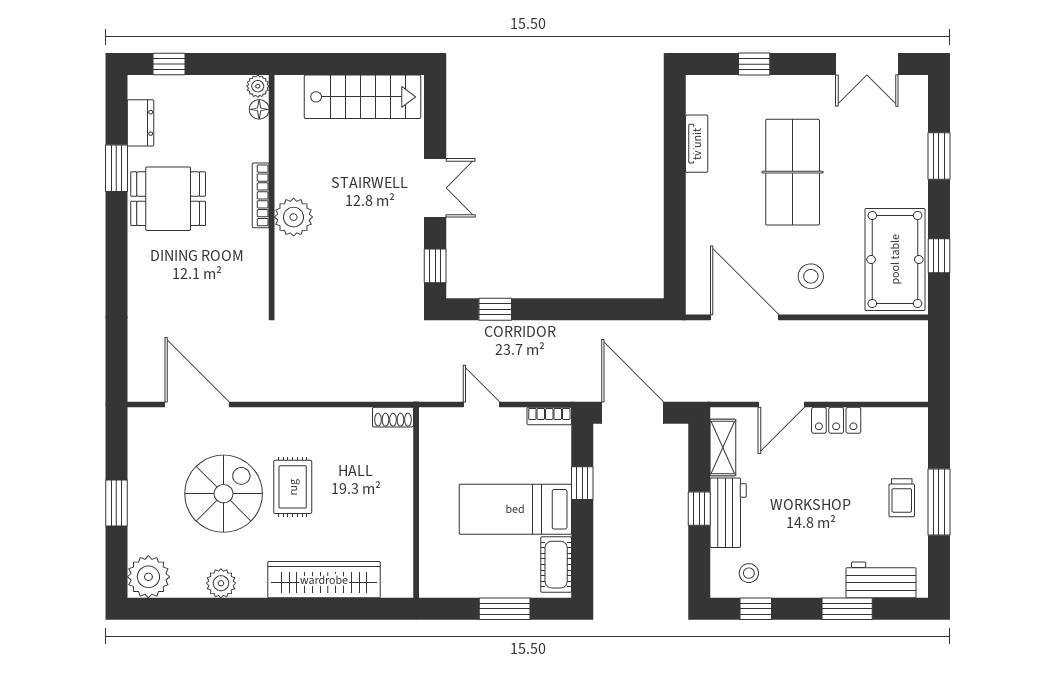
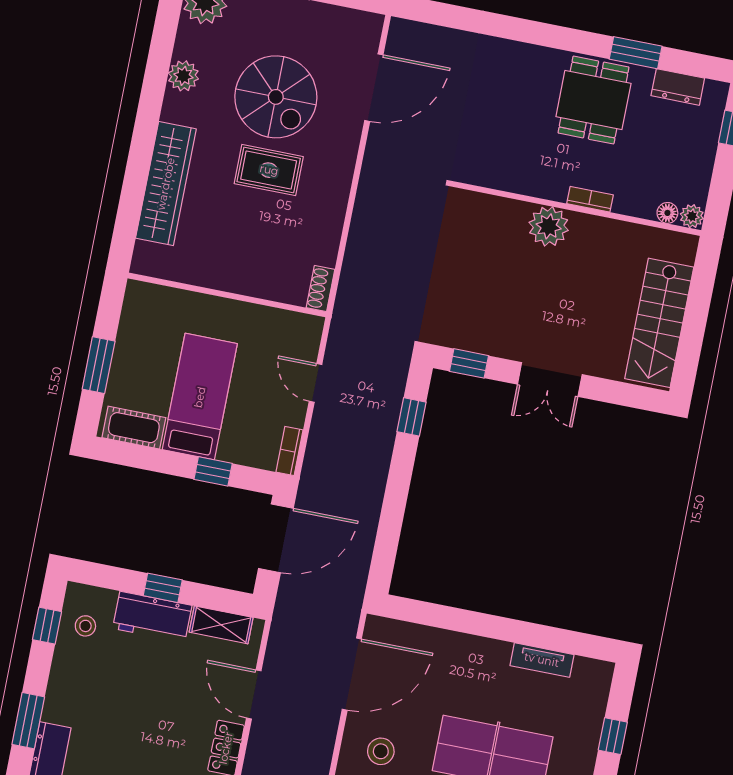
bookcase: (261, 195) -> (590, 199), width x0.64
door: (481, 405) -> (315, 383), swing flipped

